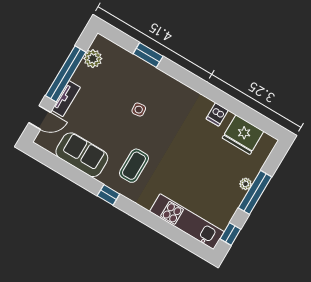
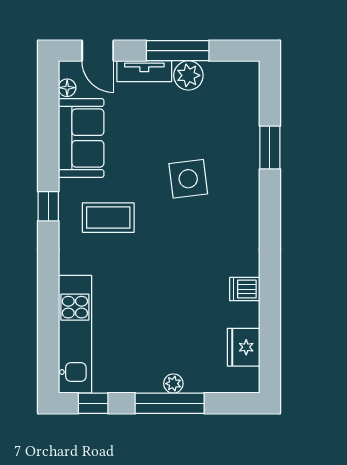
plant: (93, 59) -> (188, 75), moved
window: (66, 74) -> (178, 51), width x0.68
side table: (139, 110) -> (188, 179), width x1.87, depth x1.87
fridge: (243, 135) -> (244, 347), width x0.73, depth x0.75
floor lamp: (50, 146) -> (67, 88), added

